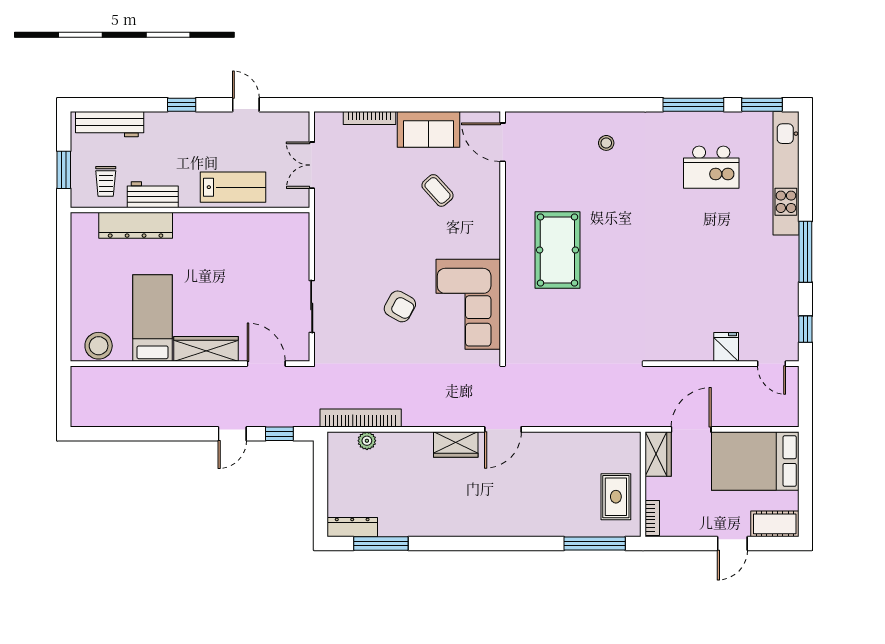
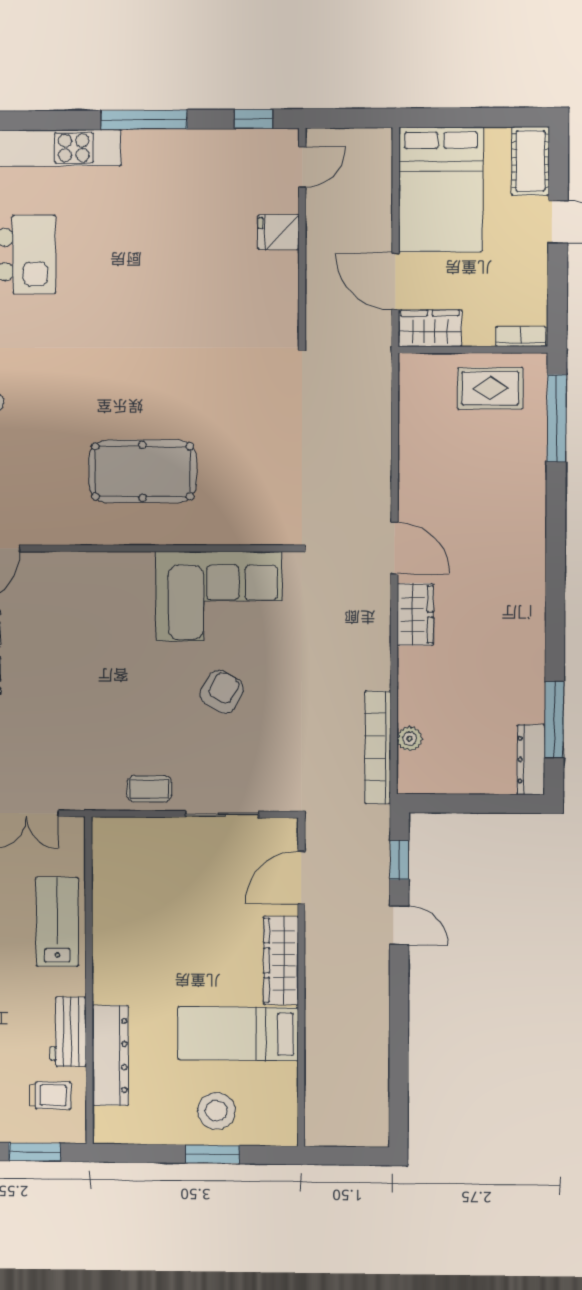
coffee table: (438, 190) -> (149, 789), moved, turned 42
window: (64, 299) -> (213, 1154), added
stool: (99, 346) -> (216, 1111), moved

